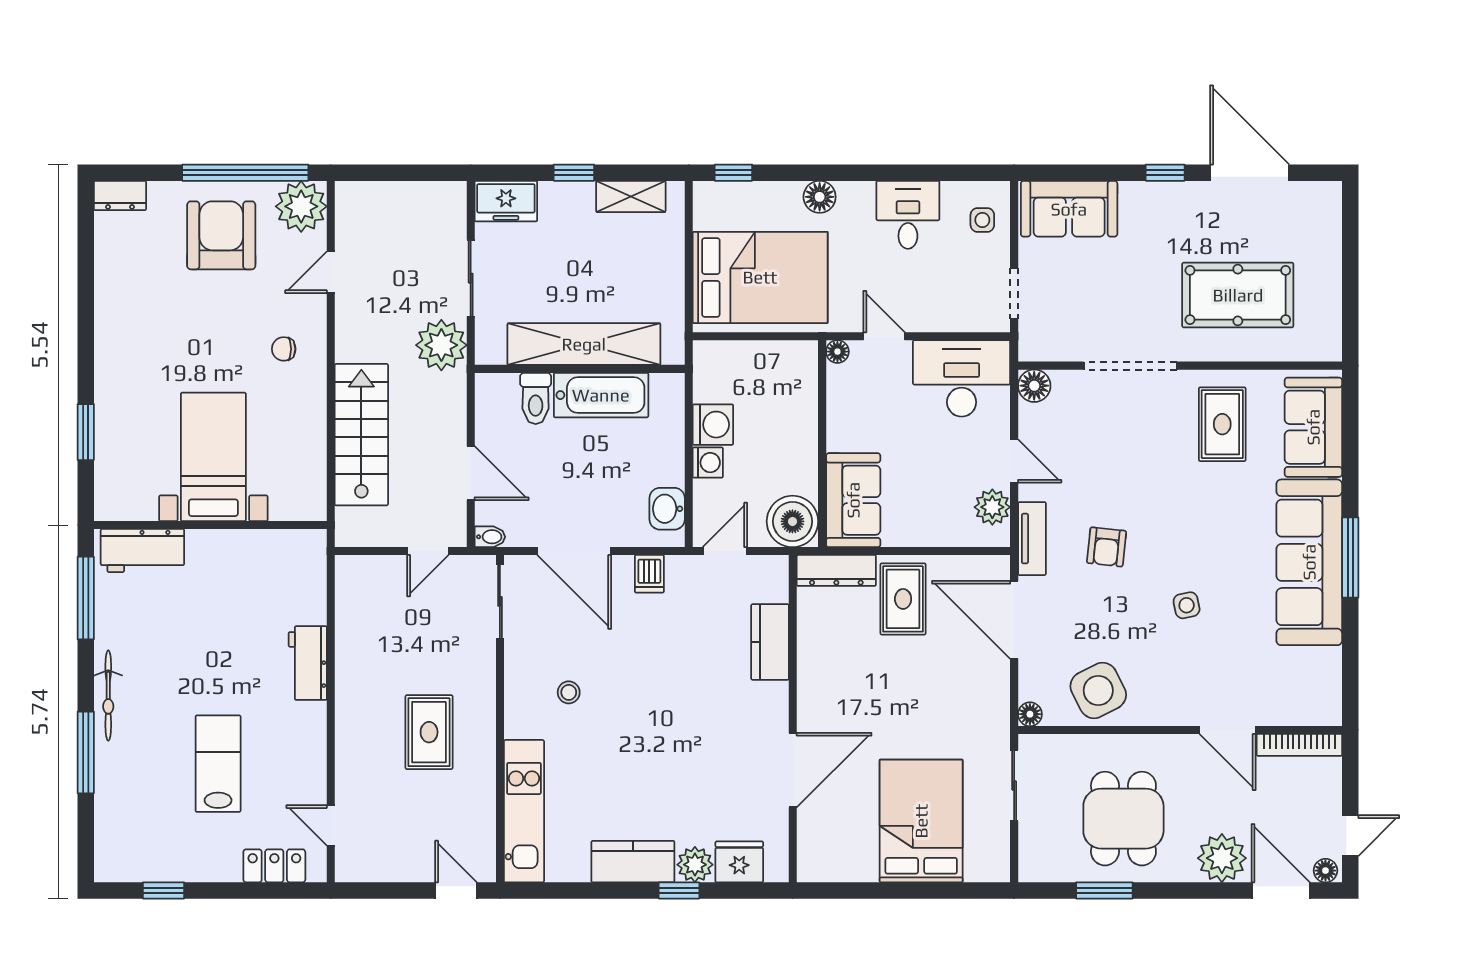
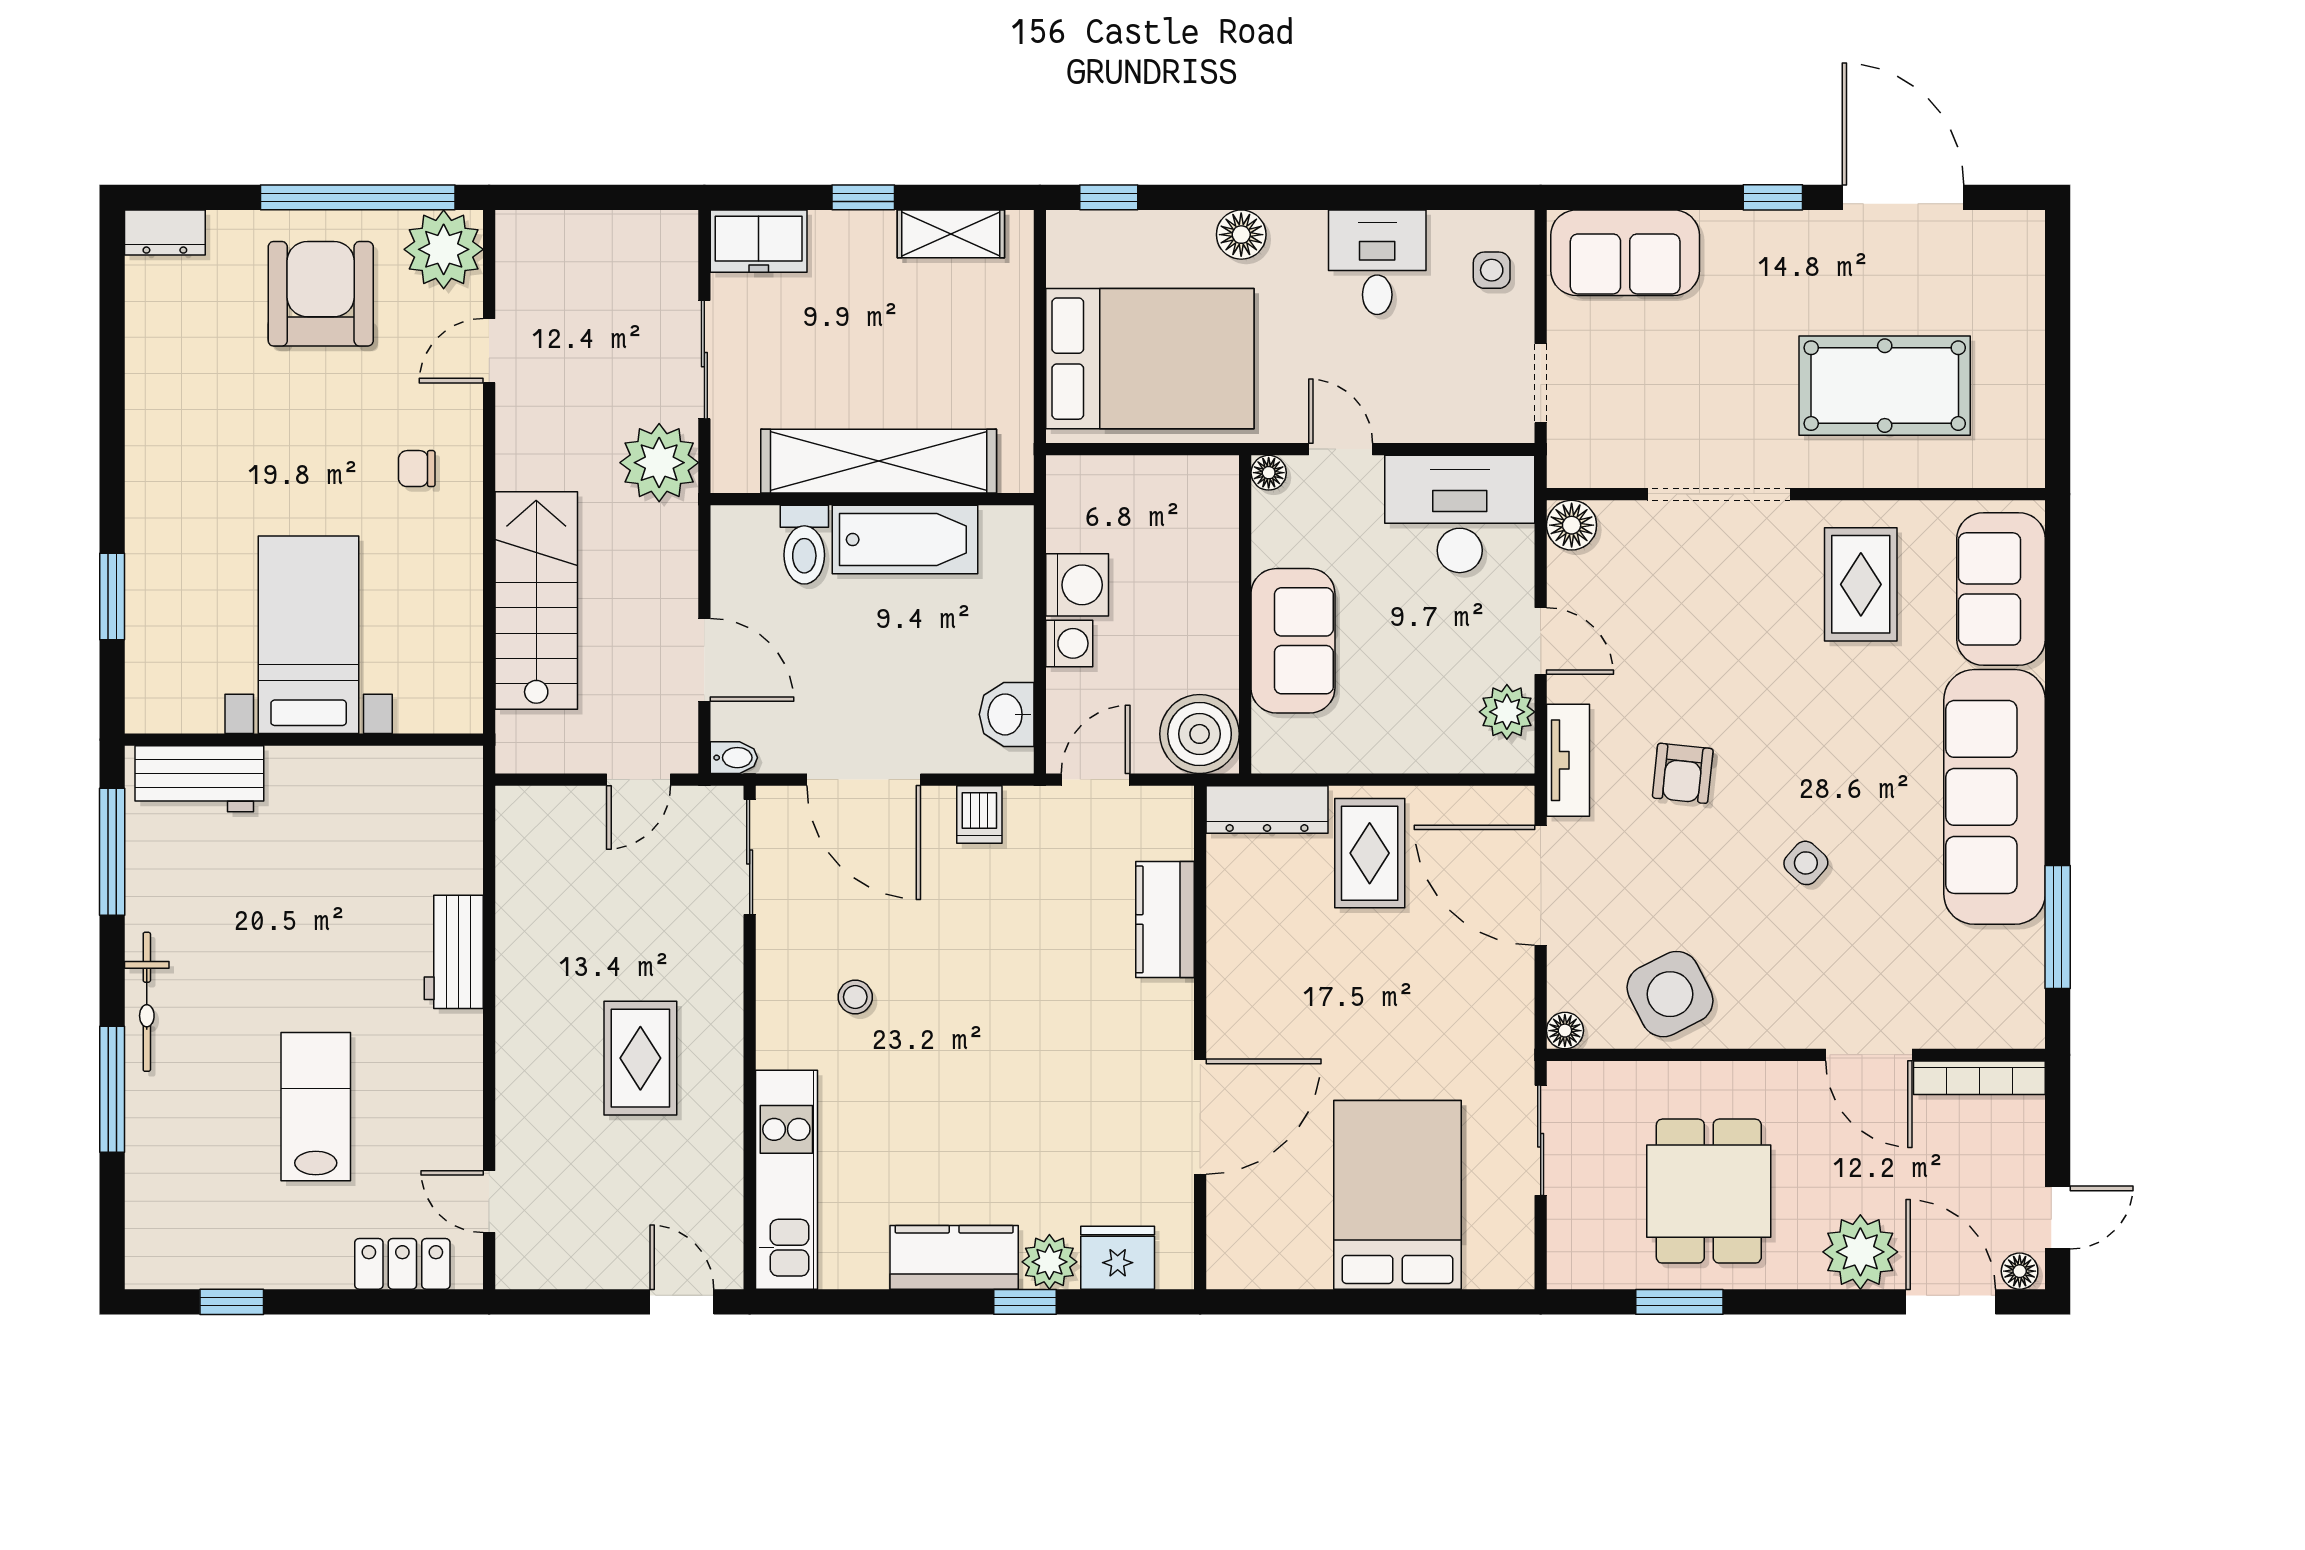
sofa: (853, 500) -> (1293, 641), moved
window: (1350, 557) -> (2058, 927), moved
side table: (1187, 605) -> (1806, 863), turned -36

